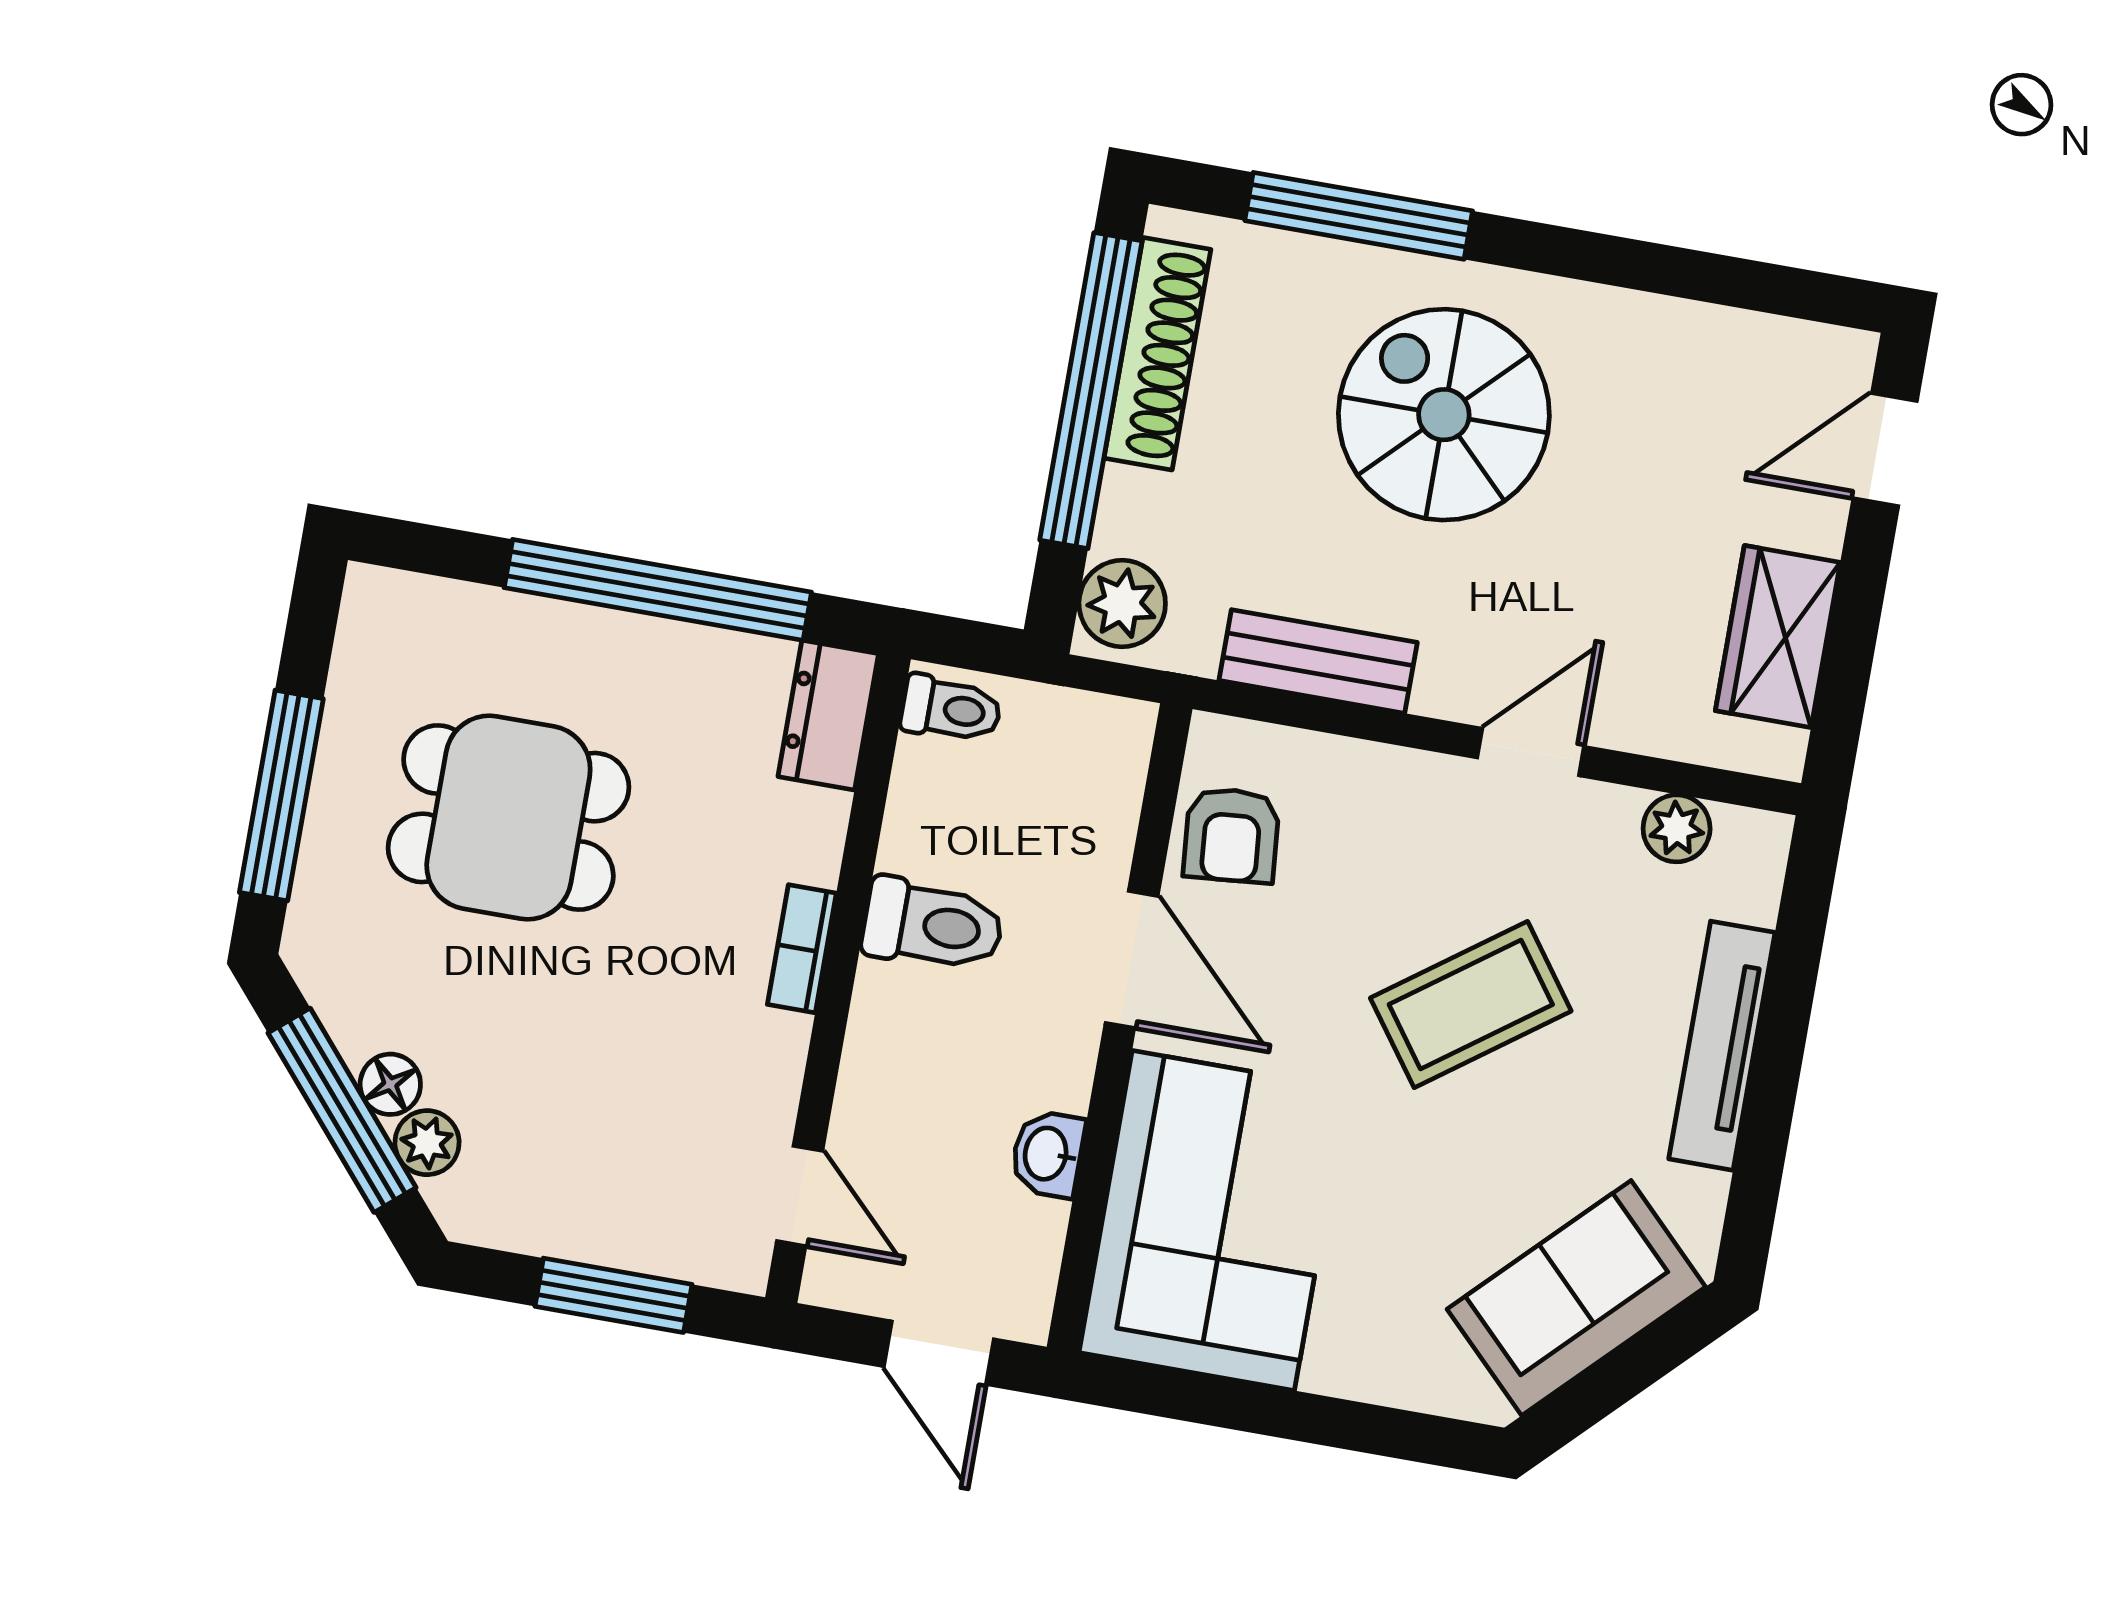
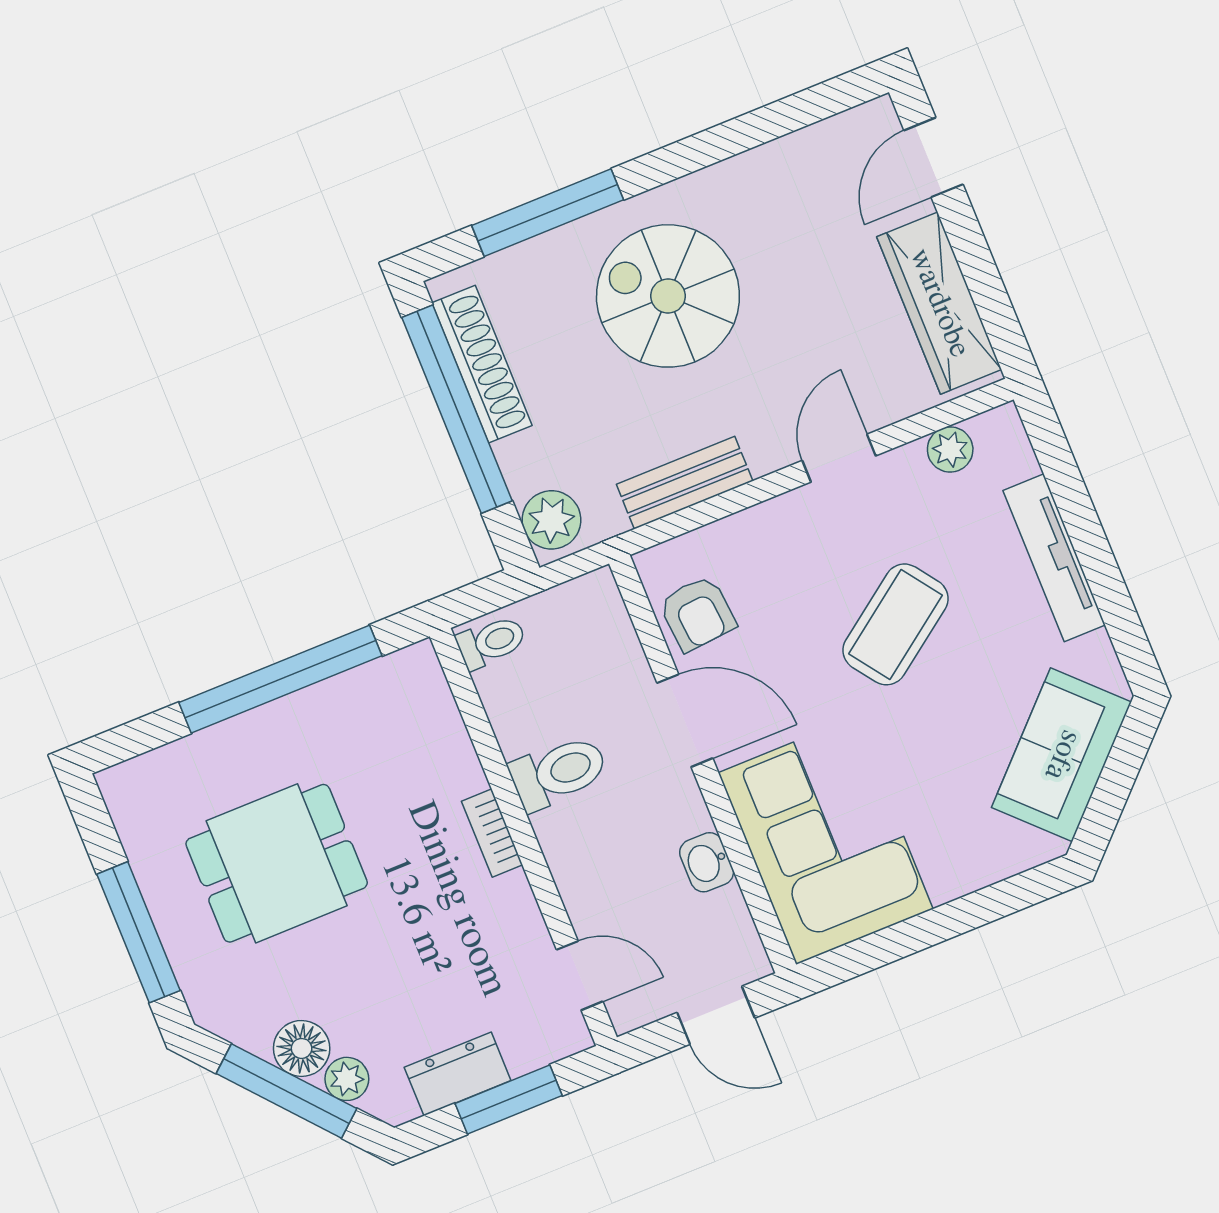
wardrobe: (1778, 637) -> (939, 303), width x1.50
dresser: (828, 715) -> (458, 1074), moved, turned 90
floor lamp: (390, 1084) -> (302, 1048), width x1.37, depth x1.37

